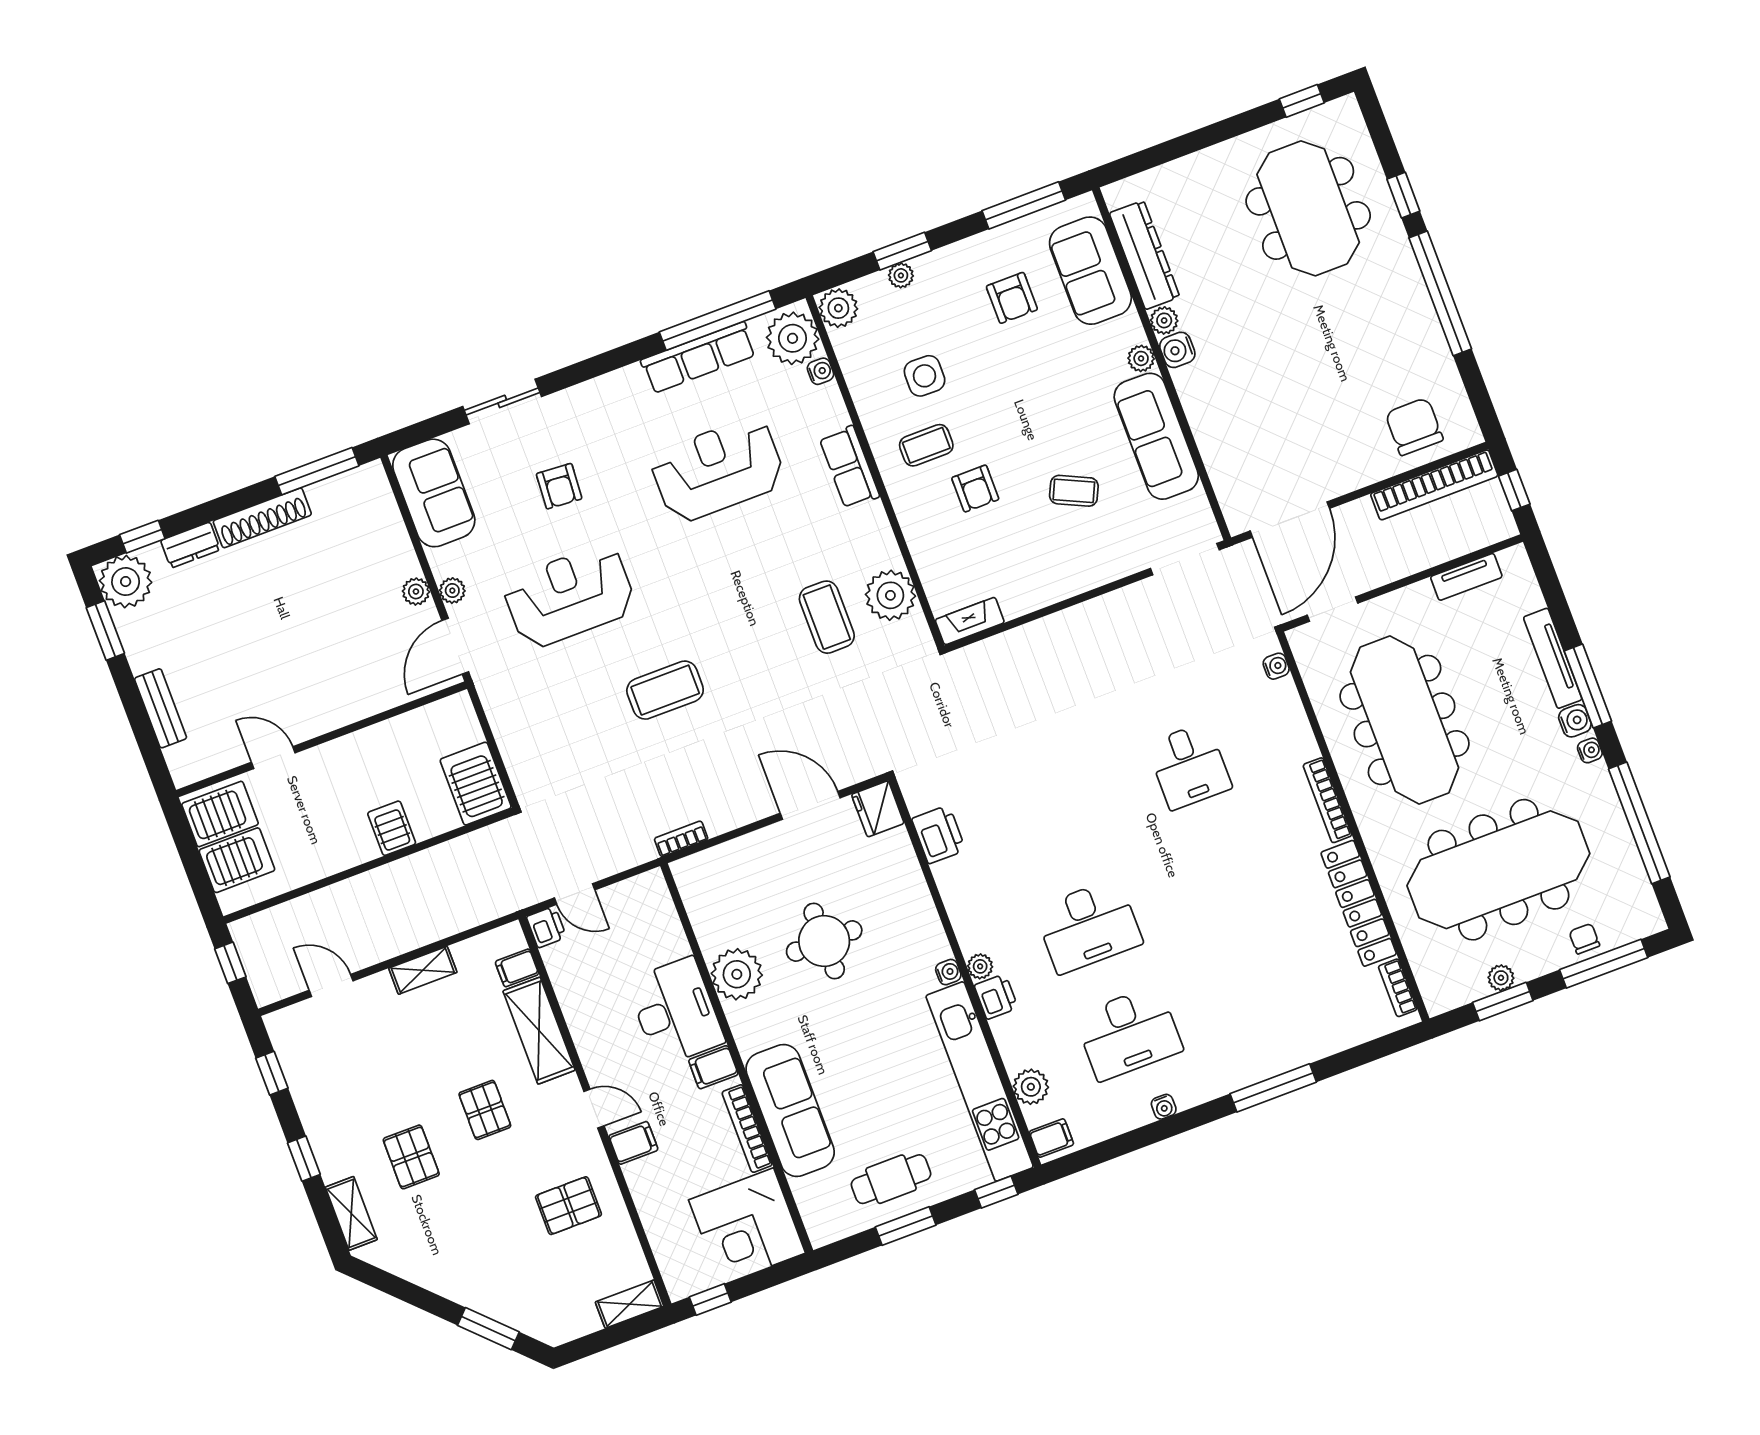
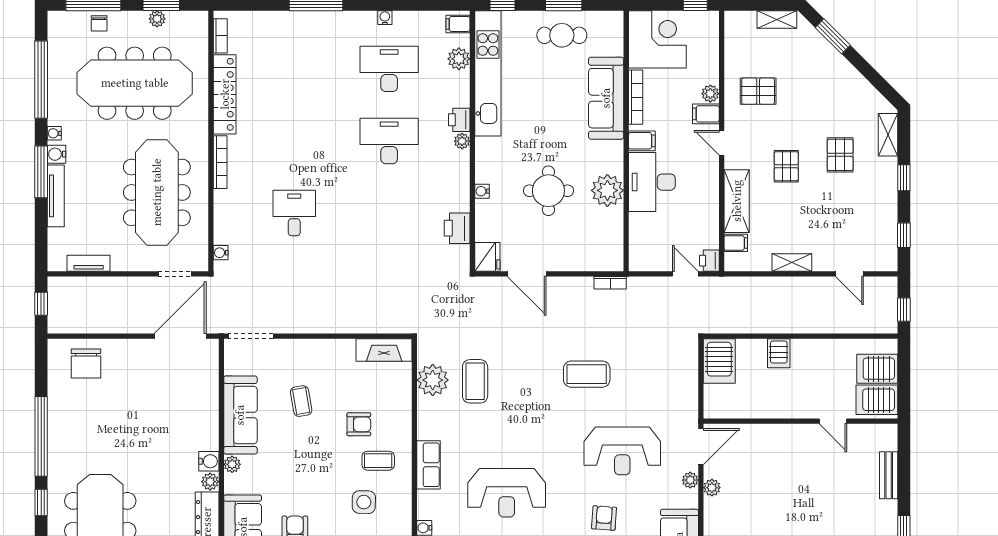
bookcase: (1434, 485) -> (87, 325), removed
armchair: (975, 489) -> (359, 424), turned 90
coffee table: (1074, 491) -> (301, 401), turned 55
fireplace: (970, 621) -> (384, 350), width x1.37, depth x1.32
water cooler: (948, 972) -> (482, 191), moved
plant: (638, 1176) -> (710, 94), added
shelving: (630, 1304) -> (777, 20), moved

